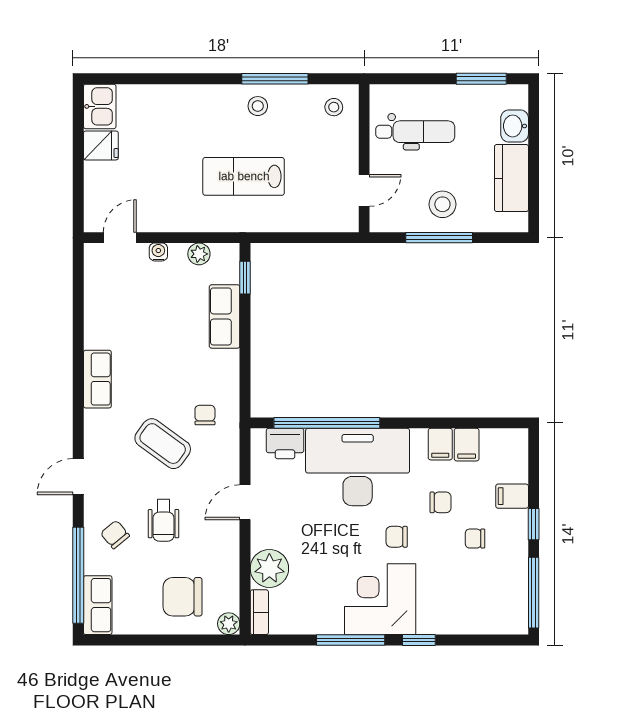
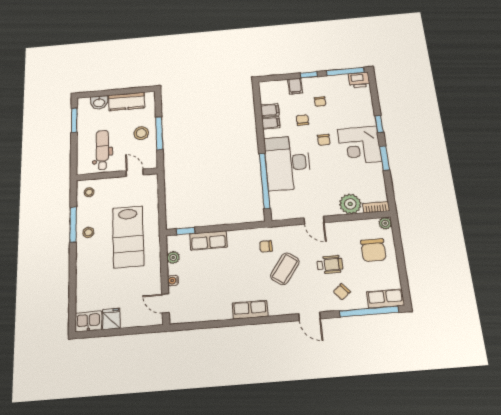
lab bench: (244, 176) -> (128, 237), width x1.36, depth x1.39
printer: (285, 444) -> (359, 80), moved, turned 90
window: (351, 640) -> (384, 158), width x0.69

